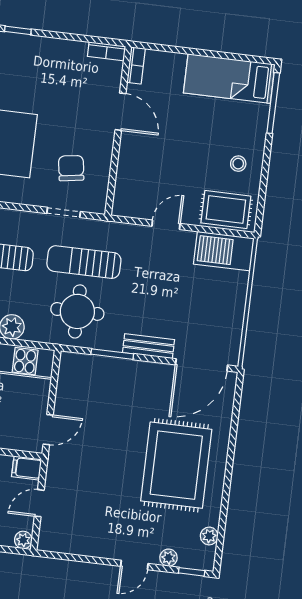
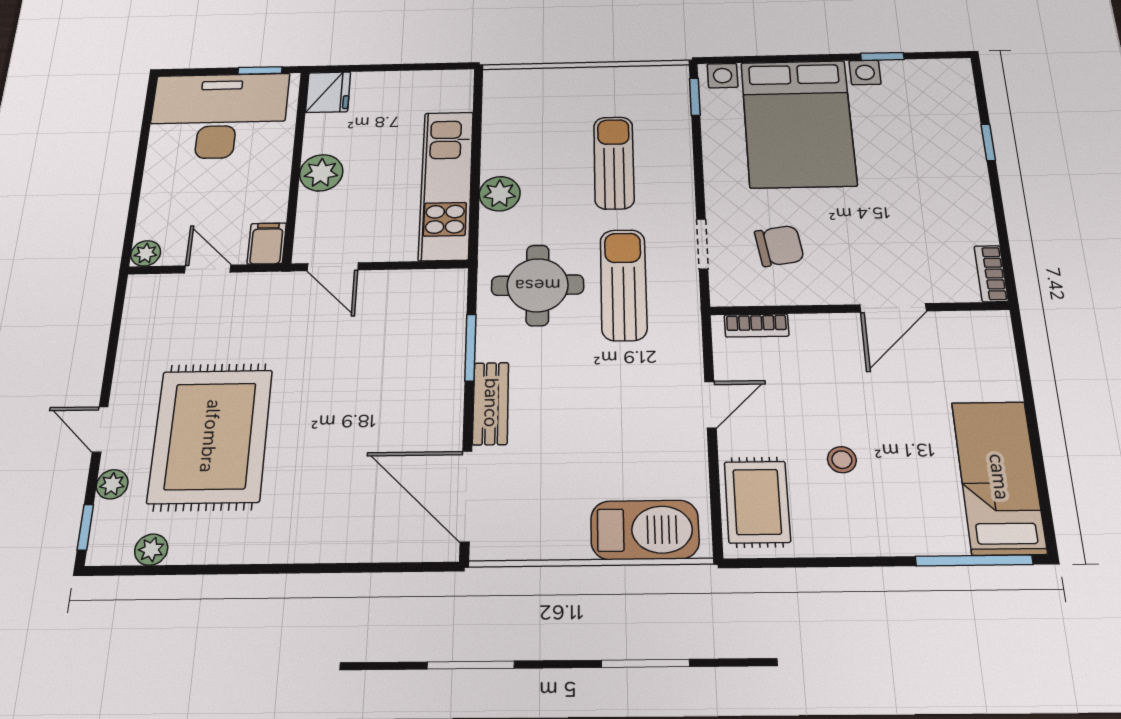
bookcase: (136, 65) -> (757, 326), moved
stool: (238, 164) -> (842, 460), moved
door: (166, 225) -> (710, 405), hinge flipped
barbecue: (224, 251) -> (645, 530), moved, turned 90
rug: (176, 465) -> (210, 436), moved, turned 90

